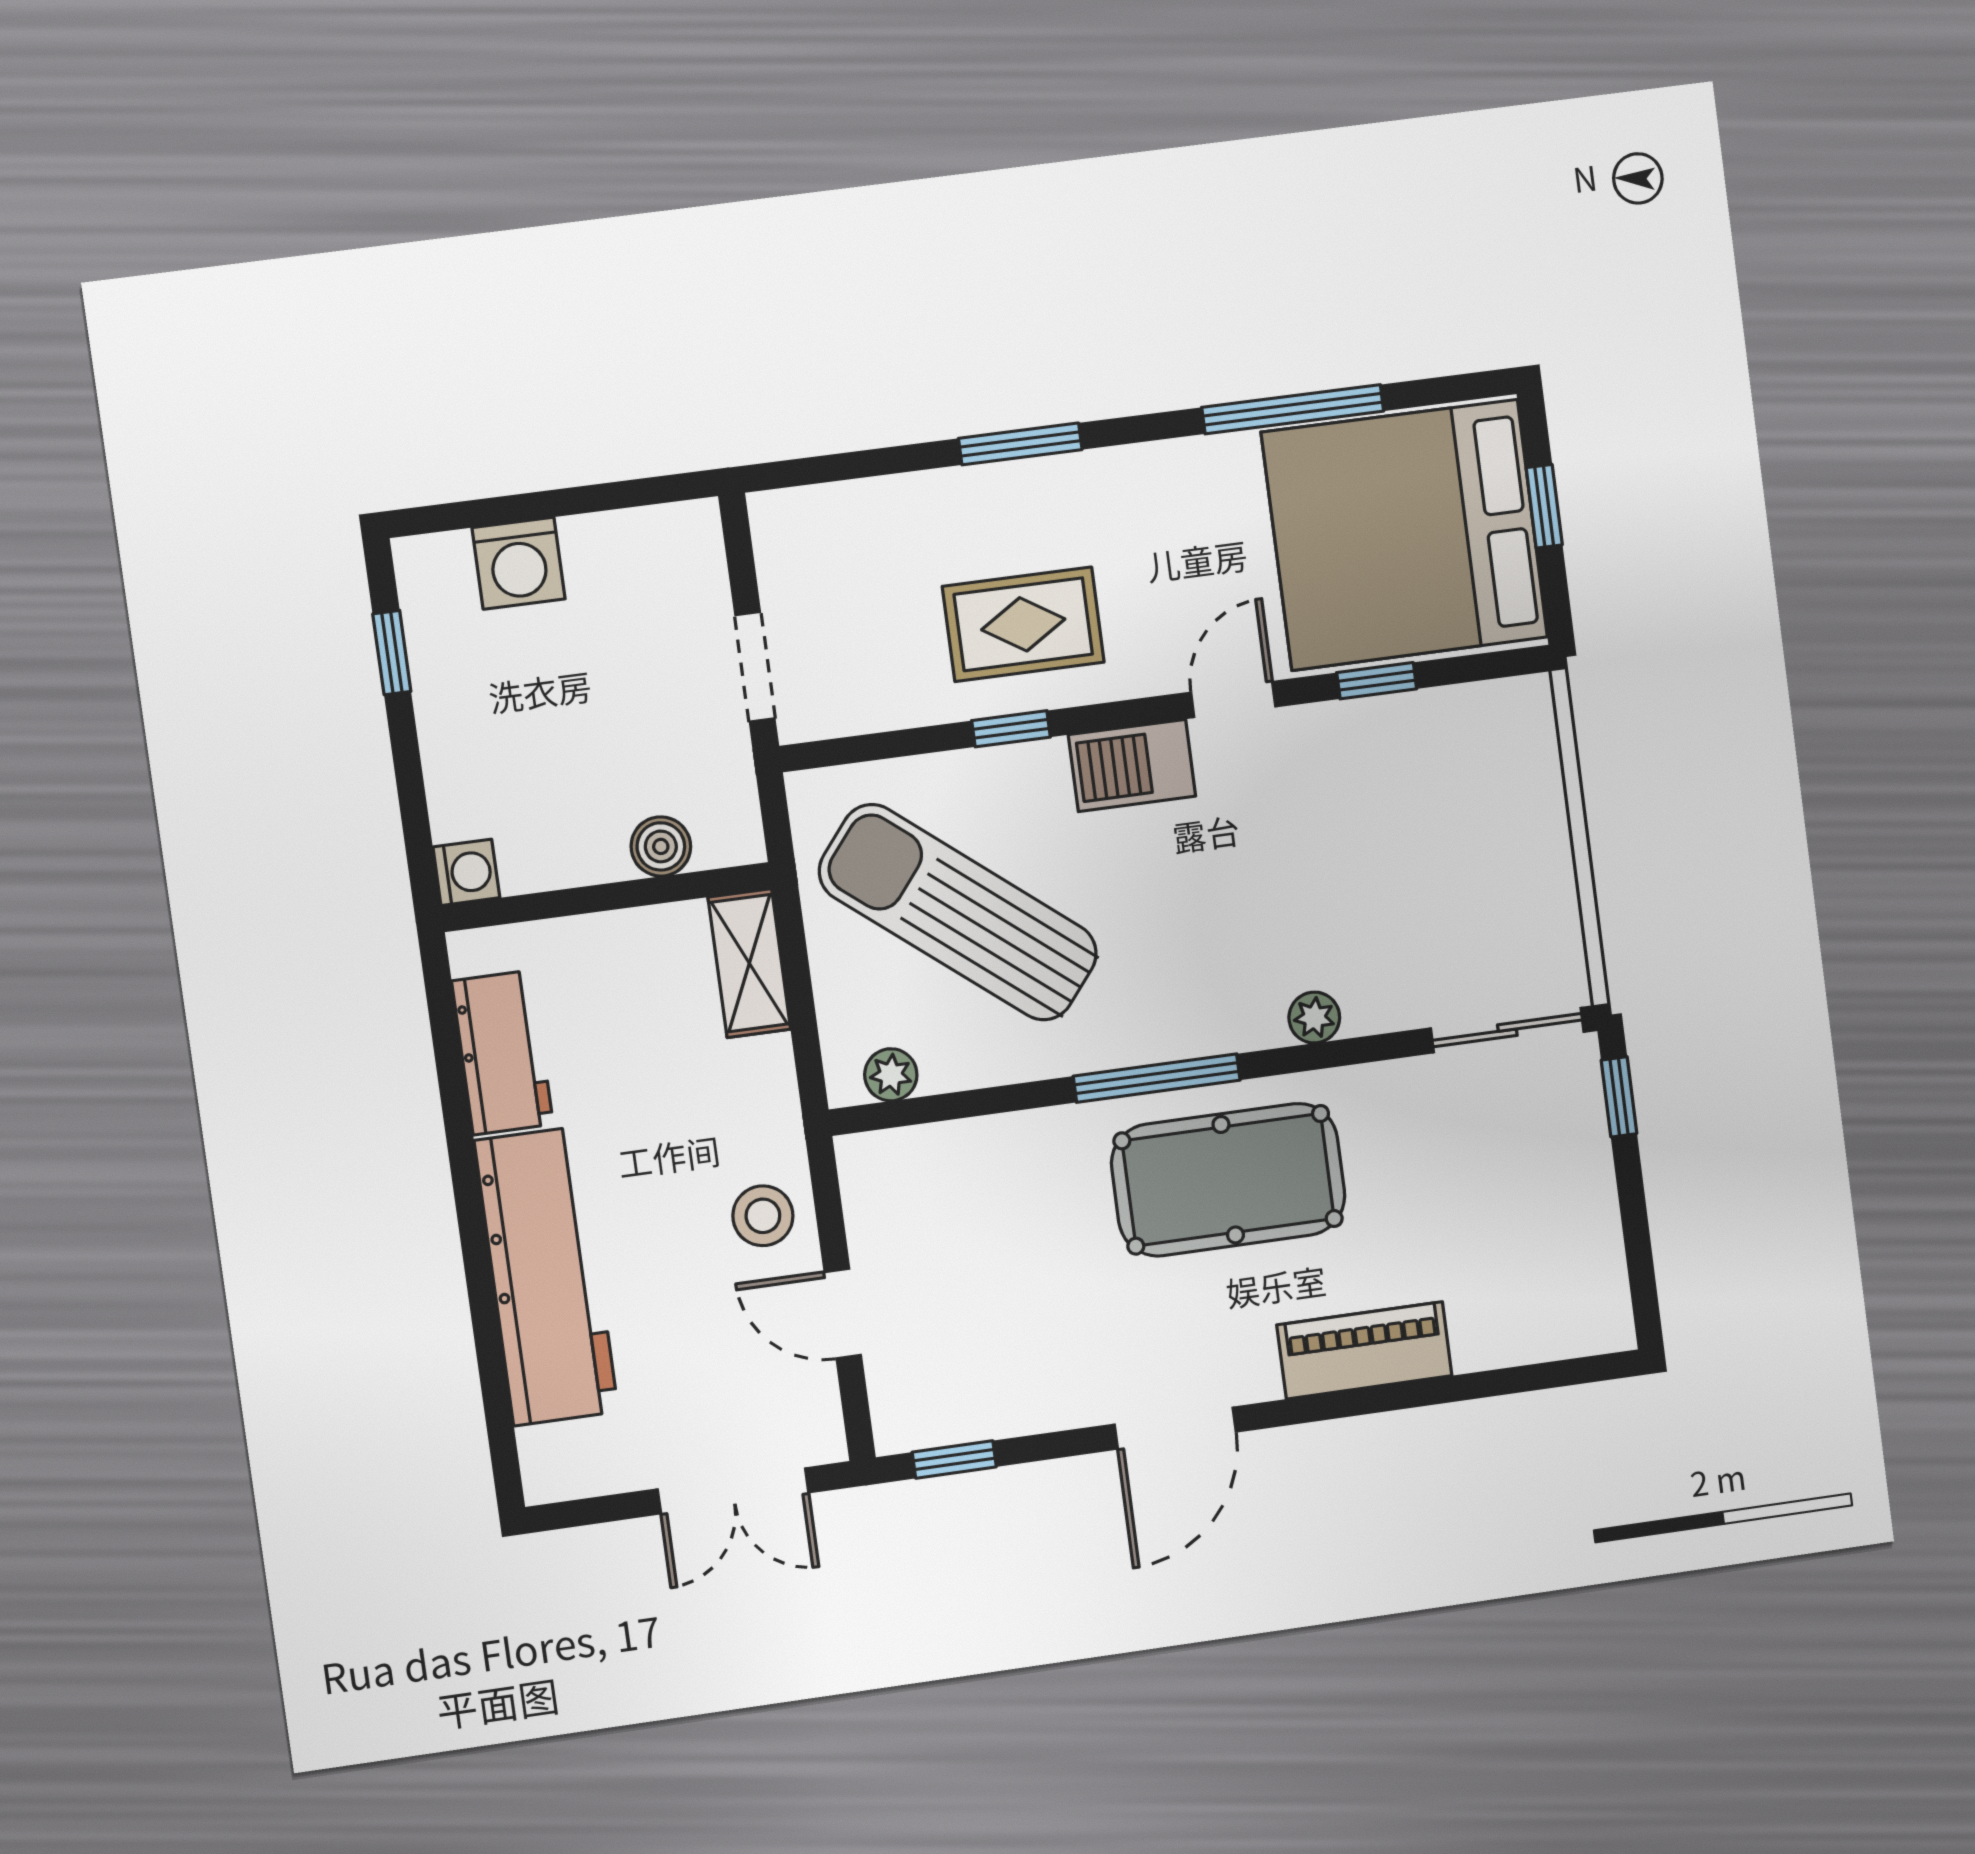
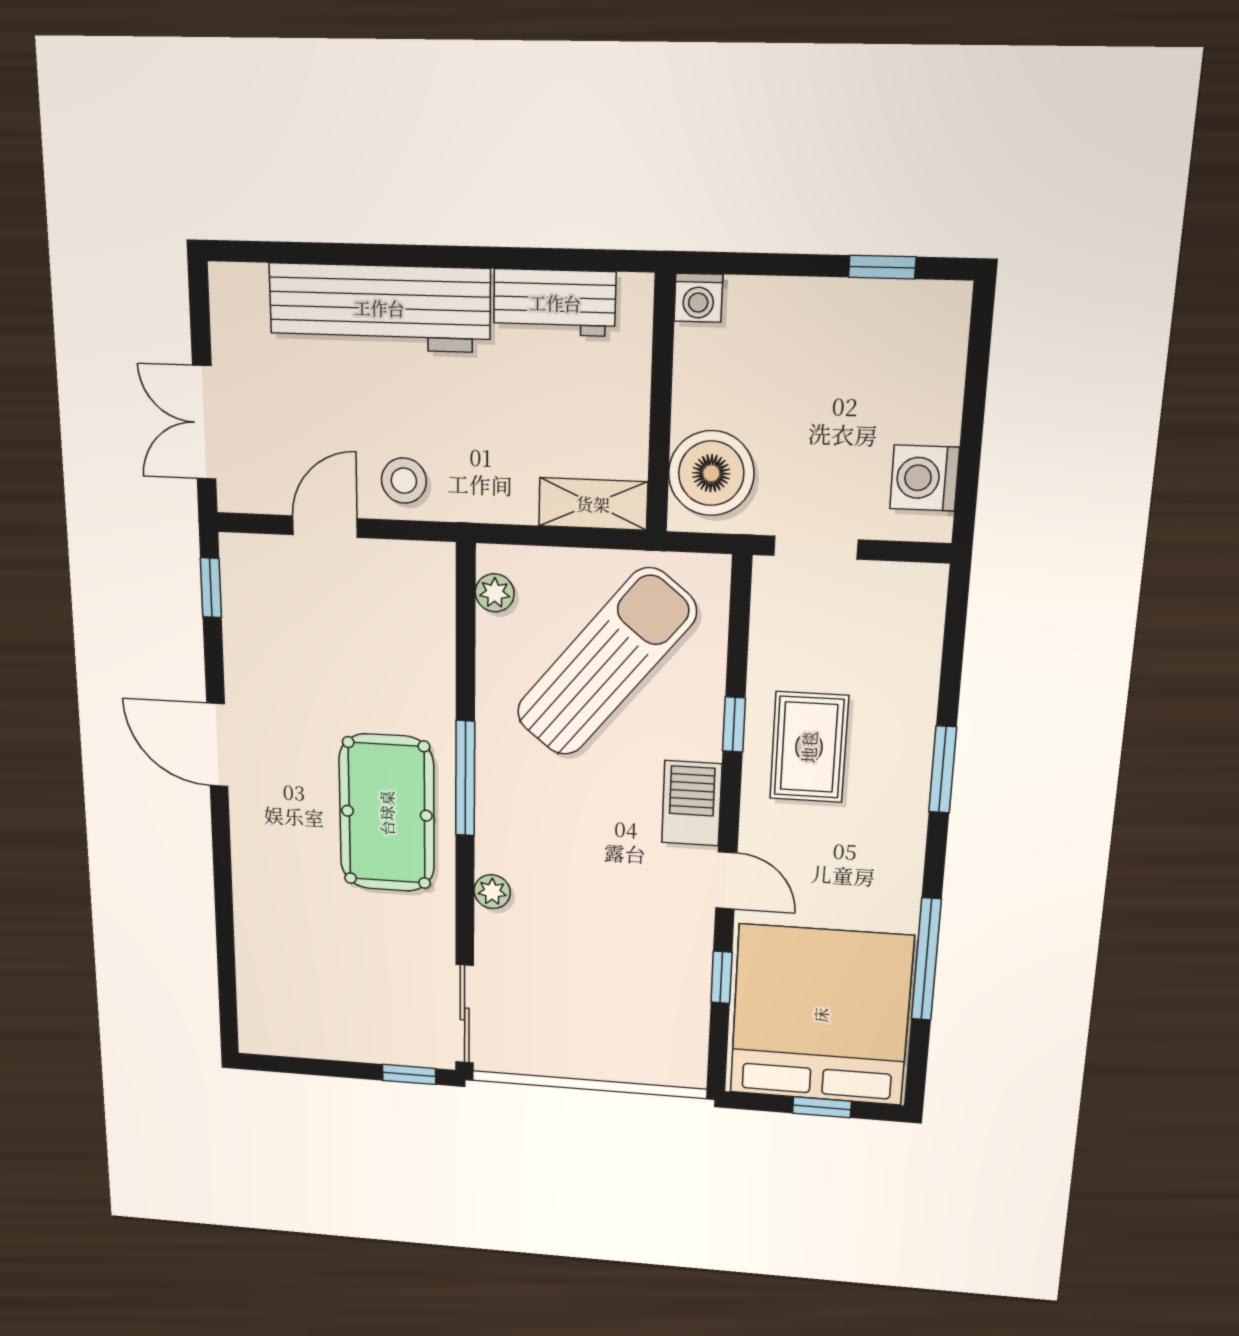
washing machine: (519, 563) -> (924, 478), moved
boiler: (661, 846) -> (711, 473), width x1.86, depth x1.86
piano: (1364, 1350) -> (257, 880), removed

